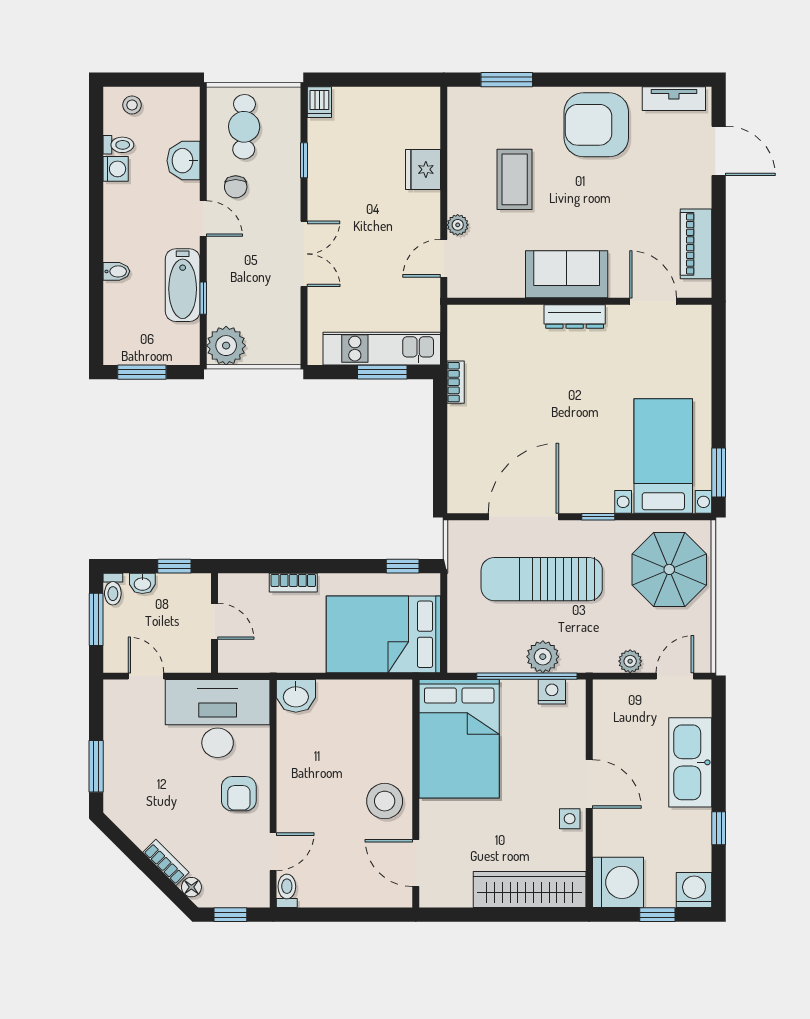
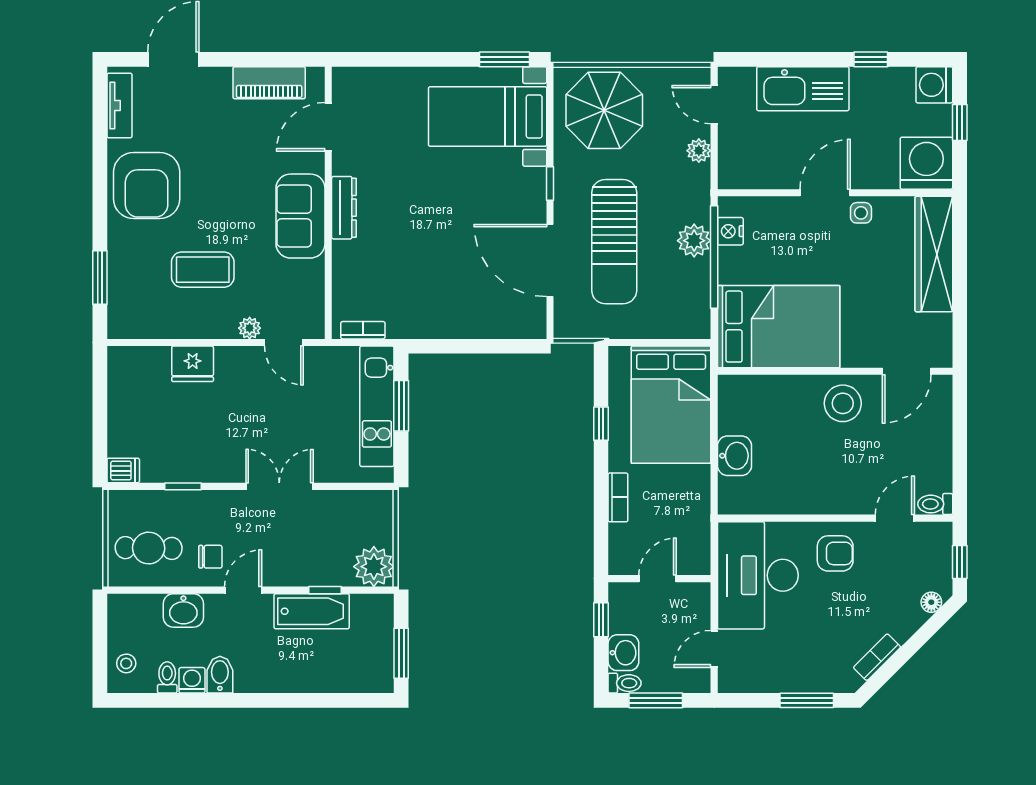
bidet: (116, 271) -> (220, 675), moved, width x1.38, depth x1.36
bookcase: (456, 382) -> (363, 330), moved
window: (403, 566) -> (601, 424), moved
washbasin: (142, 583) -> (623, 653), width x1.38, depth x1.45
washbasin: (296, 696) -> (734, 456), moved
door: (273, 852) -> (895, 518), hinge flipped
bookcase: (166, 862) -> (877, 657), moved

